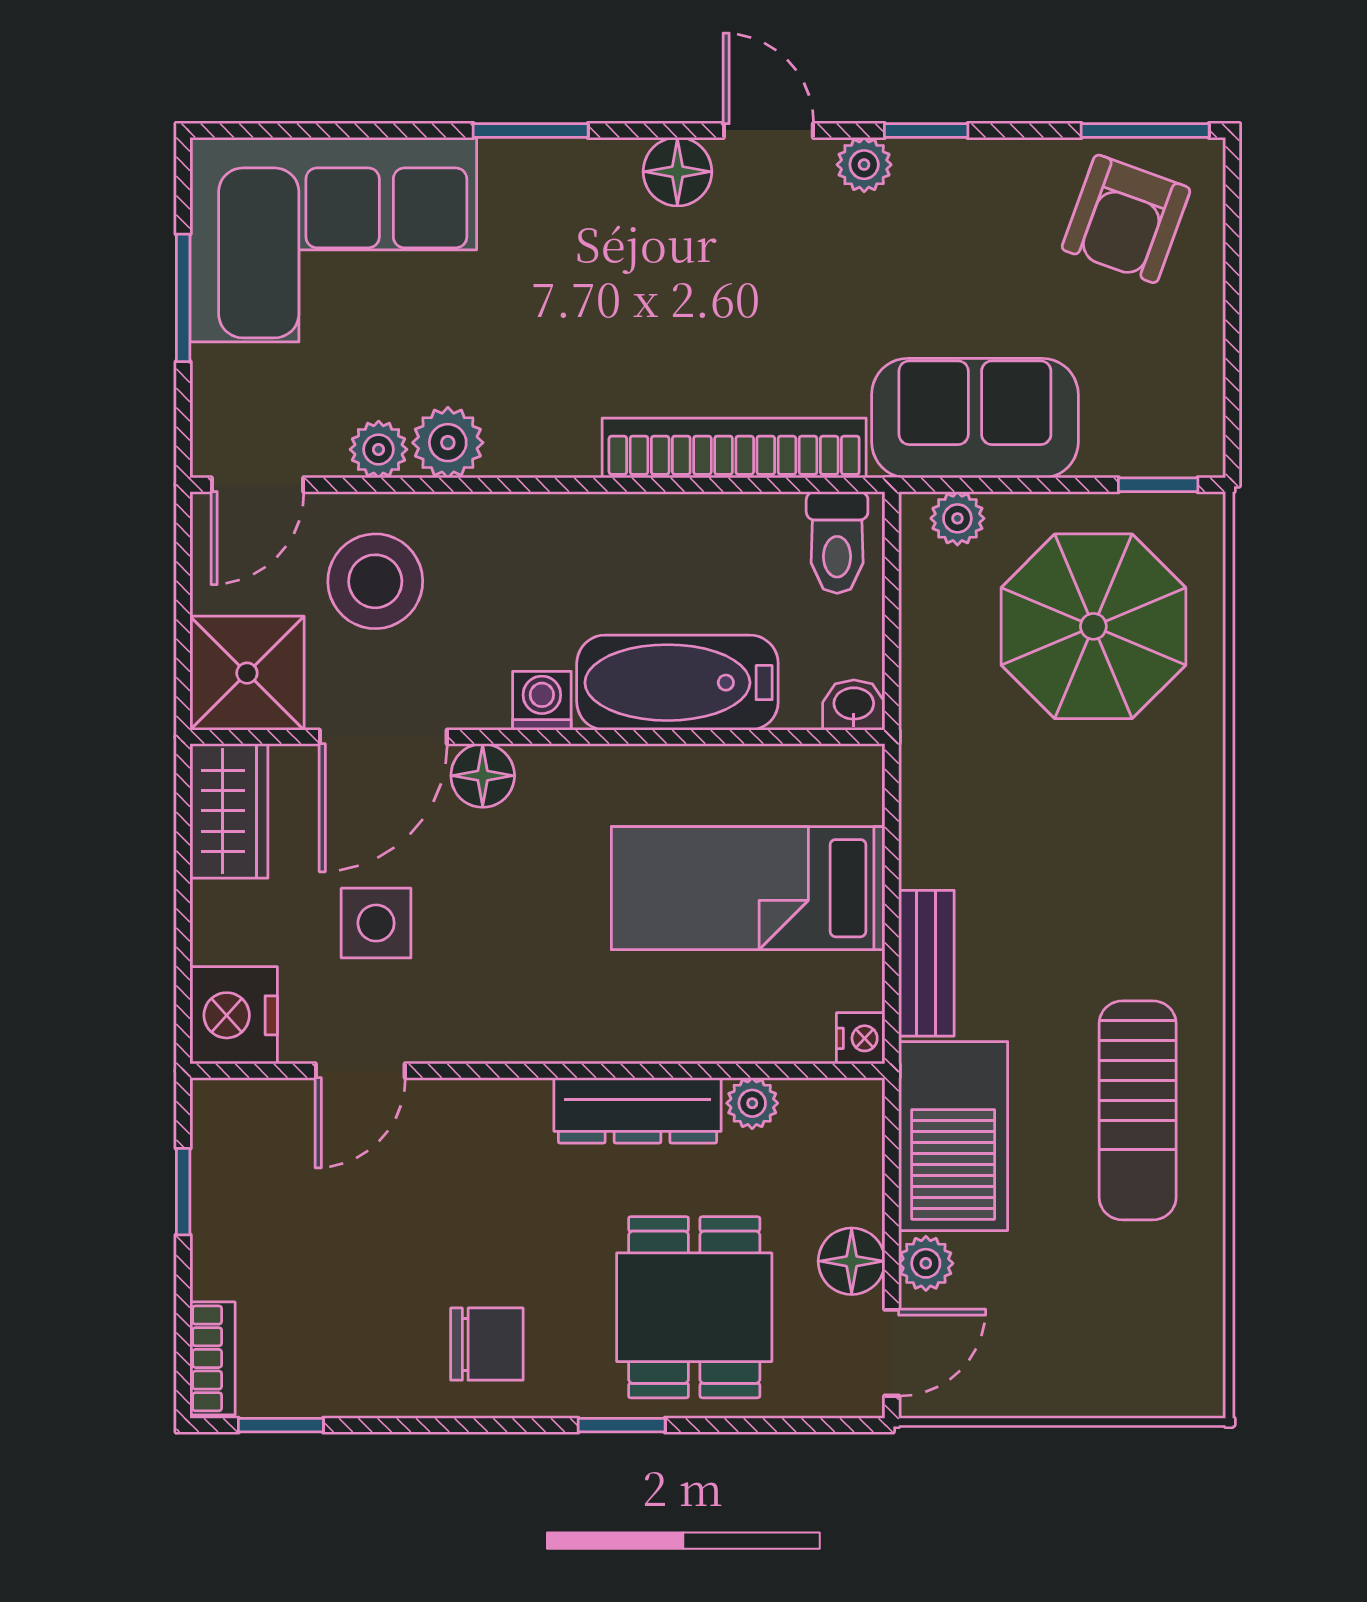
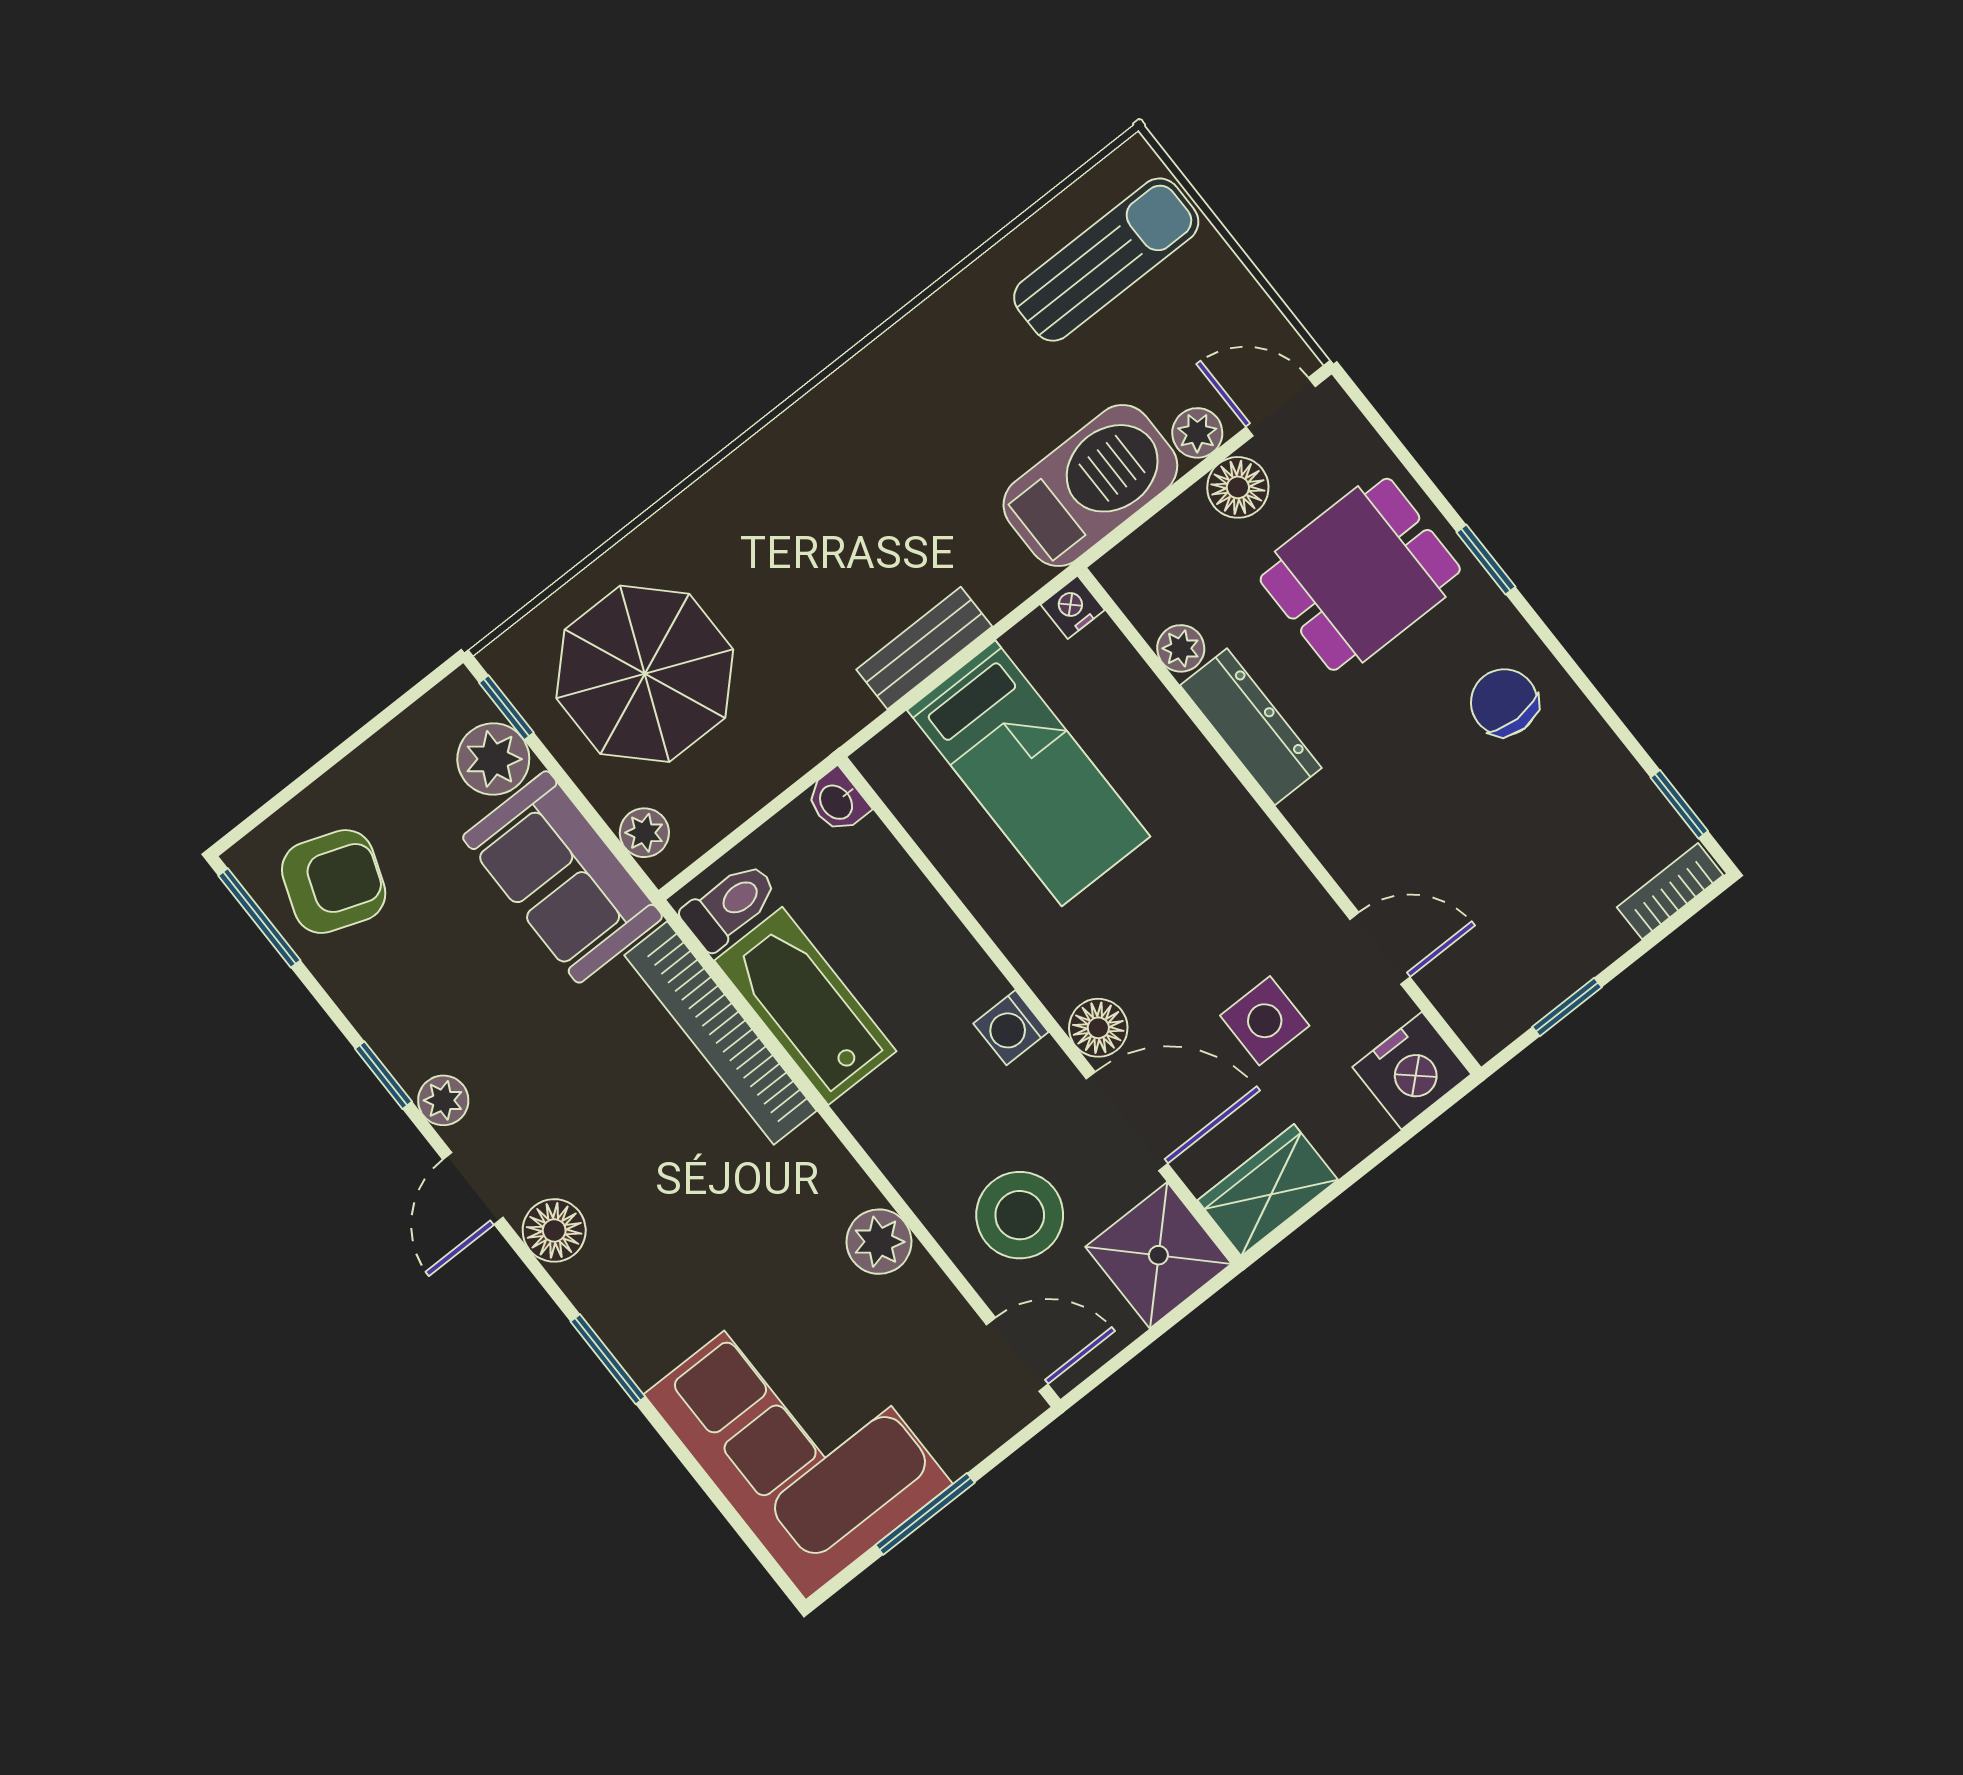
plant: (379, 449) -> (493, 759), moved, width x1.38, depth x1.38
bathtub: (677, 683) -> (805, 1006), moved, turned 180
bench: (926, 963) -> (924, 648), moved
sun lounger: (1138, 1110) -> (1106, 260), moved

